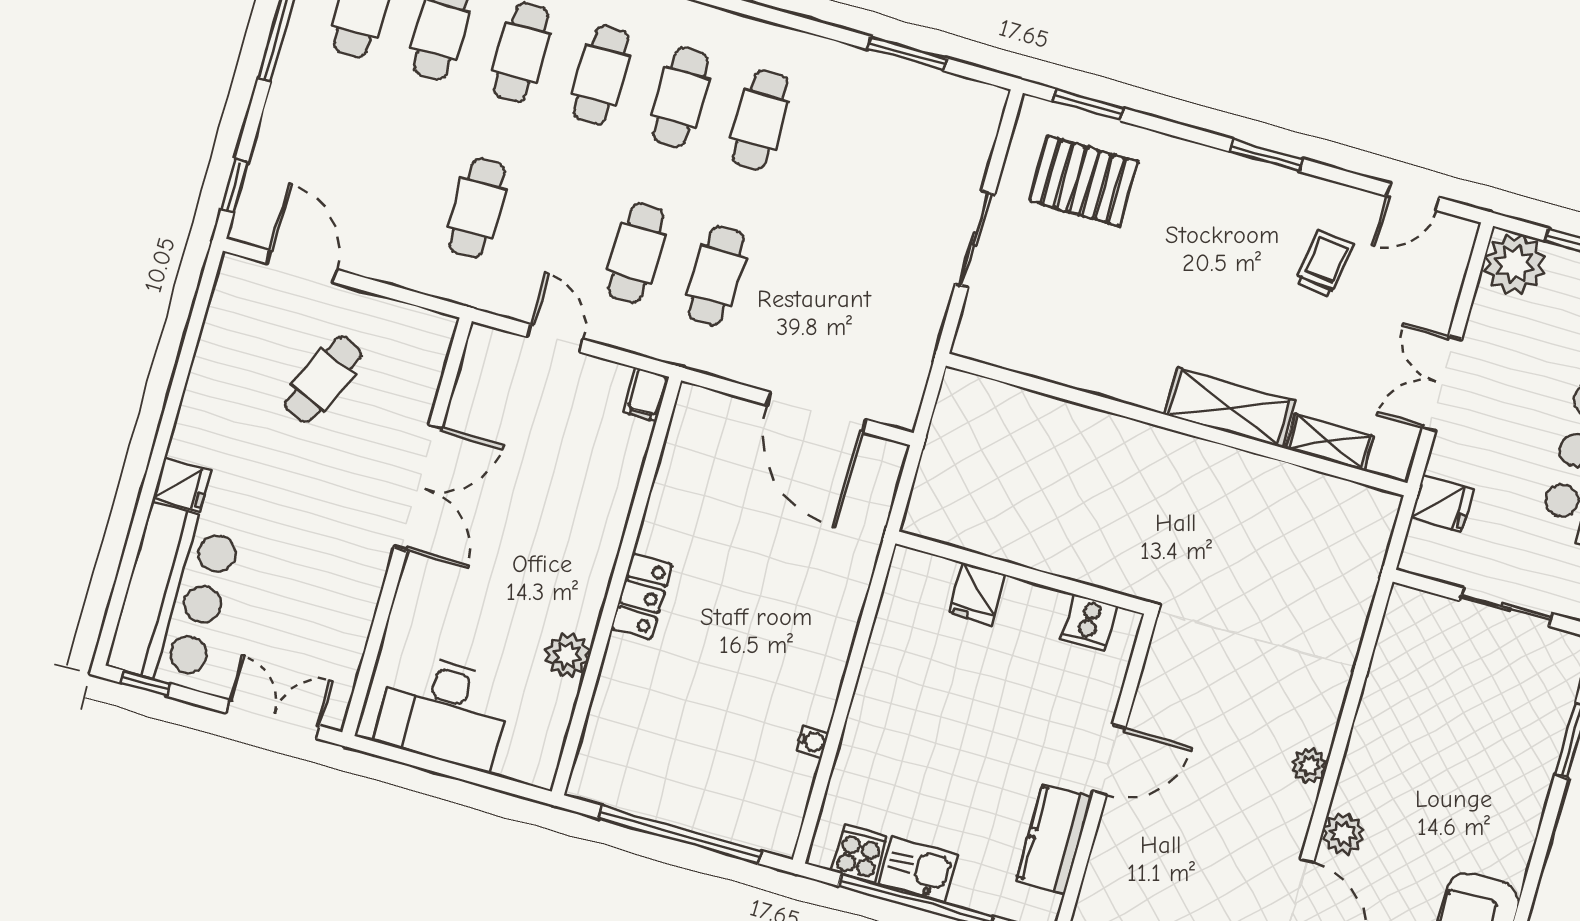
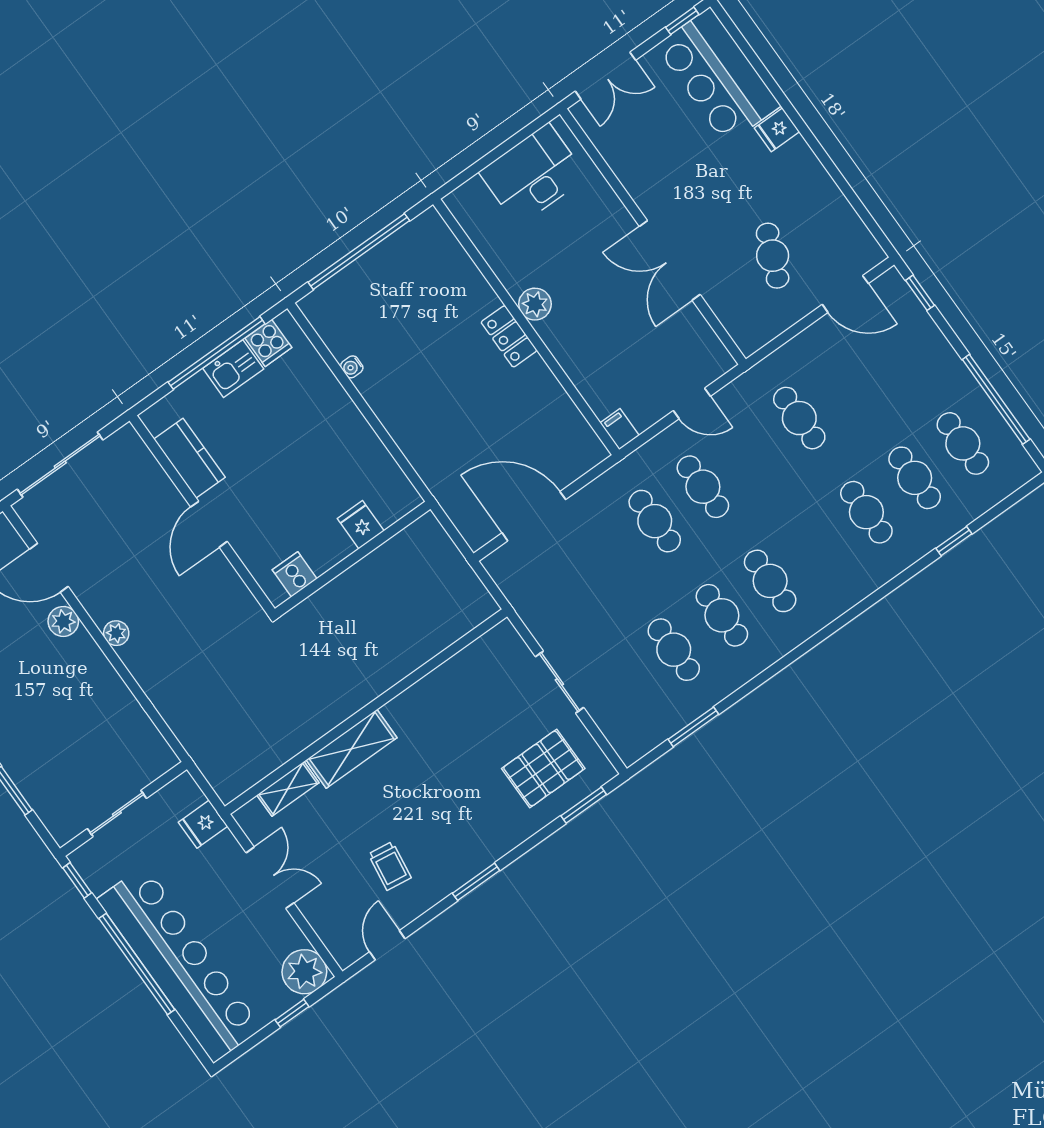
cafe table: (601, 75) -> (674, 650), moved
plant: (567, 655) -> (535, 304), moved

